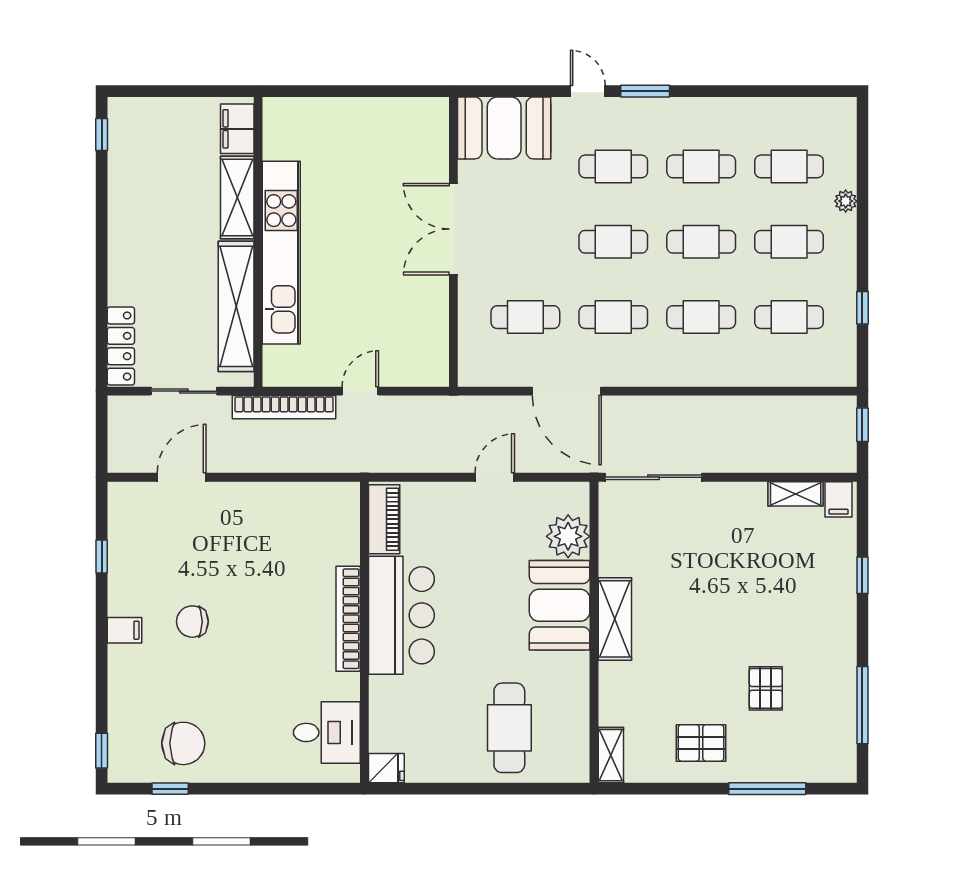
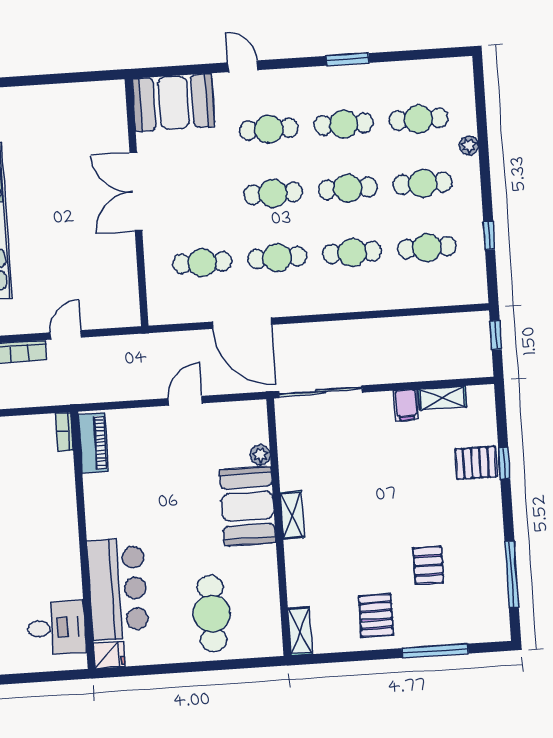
window: (645, 91) -> (348, 59), moved
filing cabinet: (839, 499) -> (406, 405), moved
plant: (568, 536) -> (260, 455), width x0.53, depth x0.53
pallet: (829, 572) -> (476, 463), added
bar counter: (401, 615) -> (118, 589), moved
bookcase: (348, 619) -> (64, 432), moved, width x0.43, depth x0.76
shelving: (615, 619) -> (292, 515), width x0.67, depth x0.75
pallet: (701, 743) -> (376, 616), turned 90

